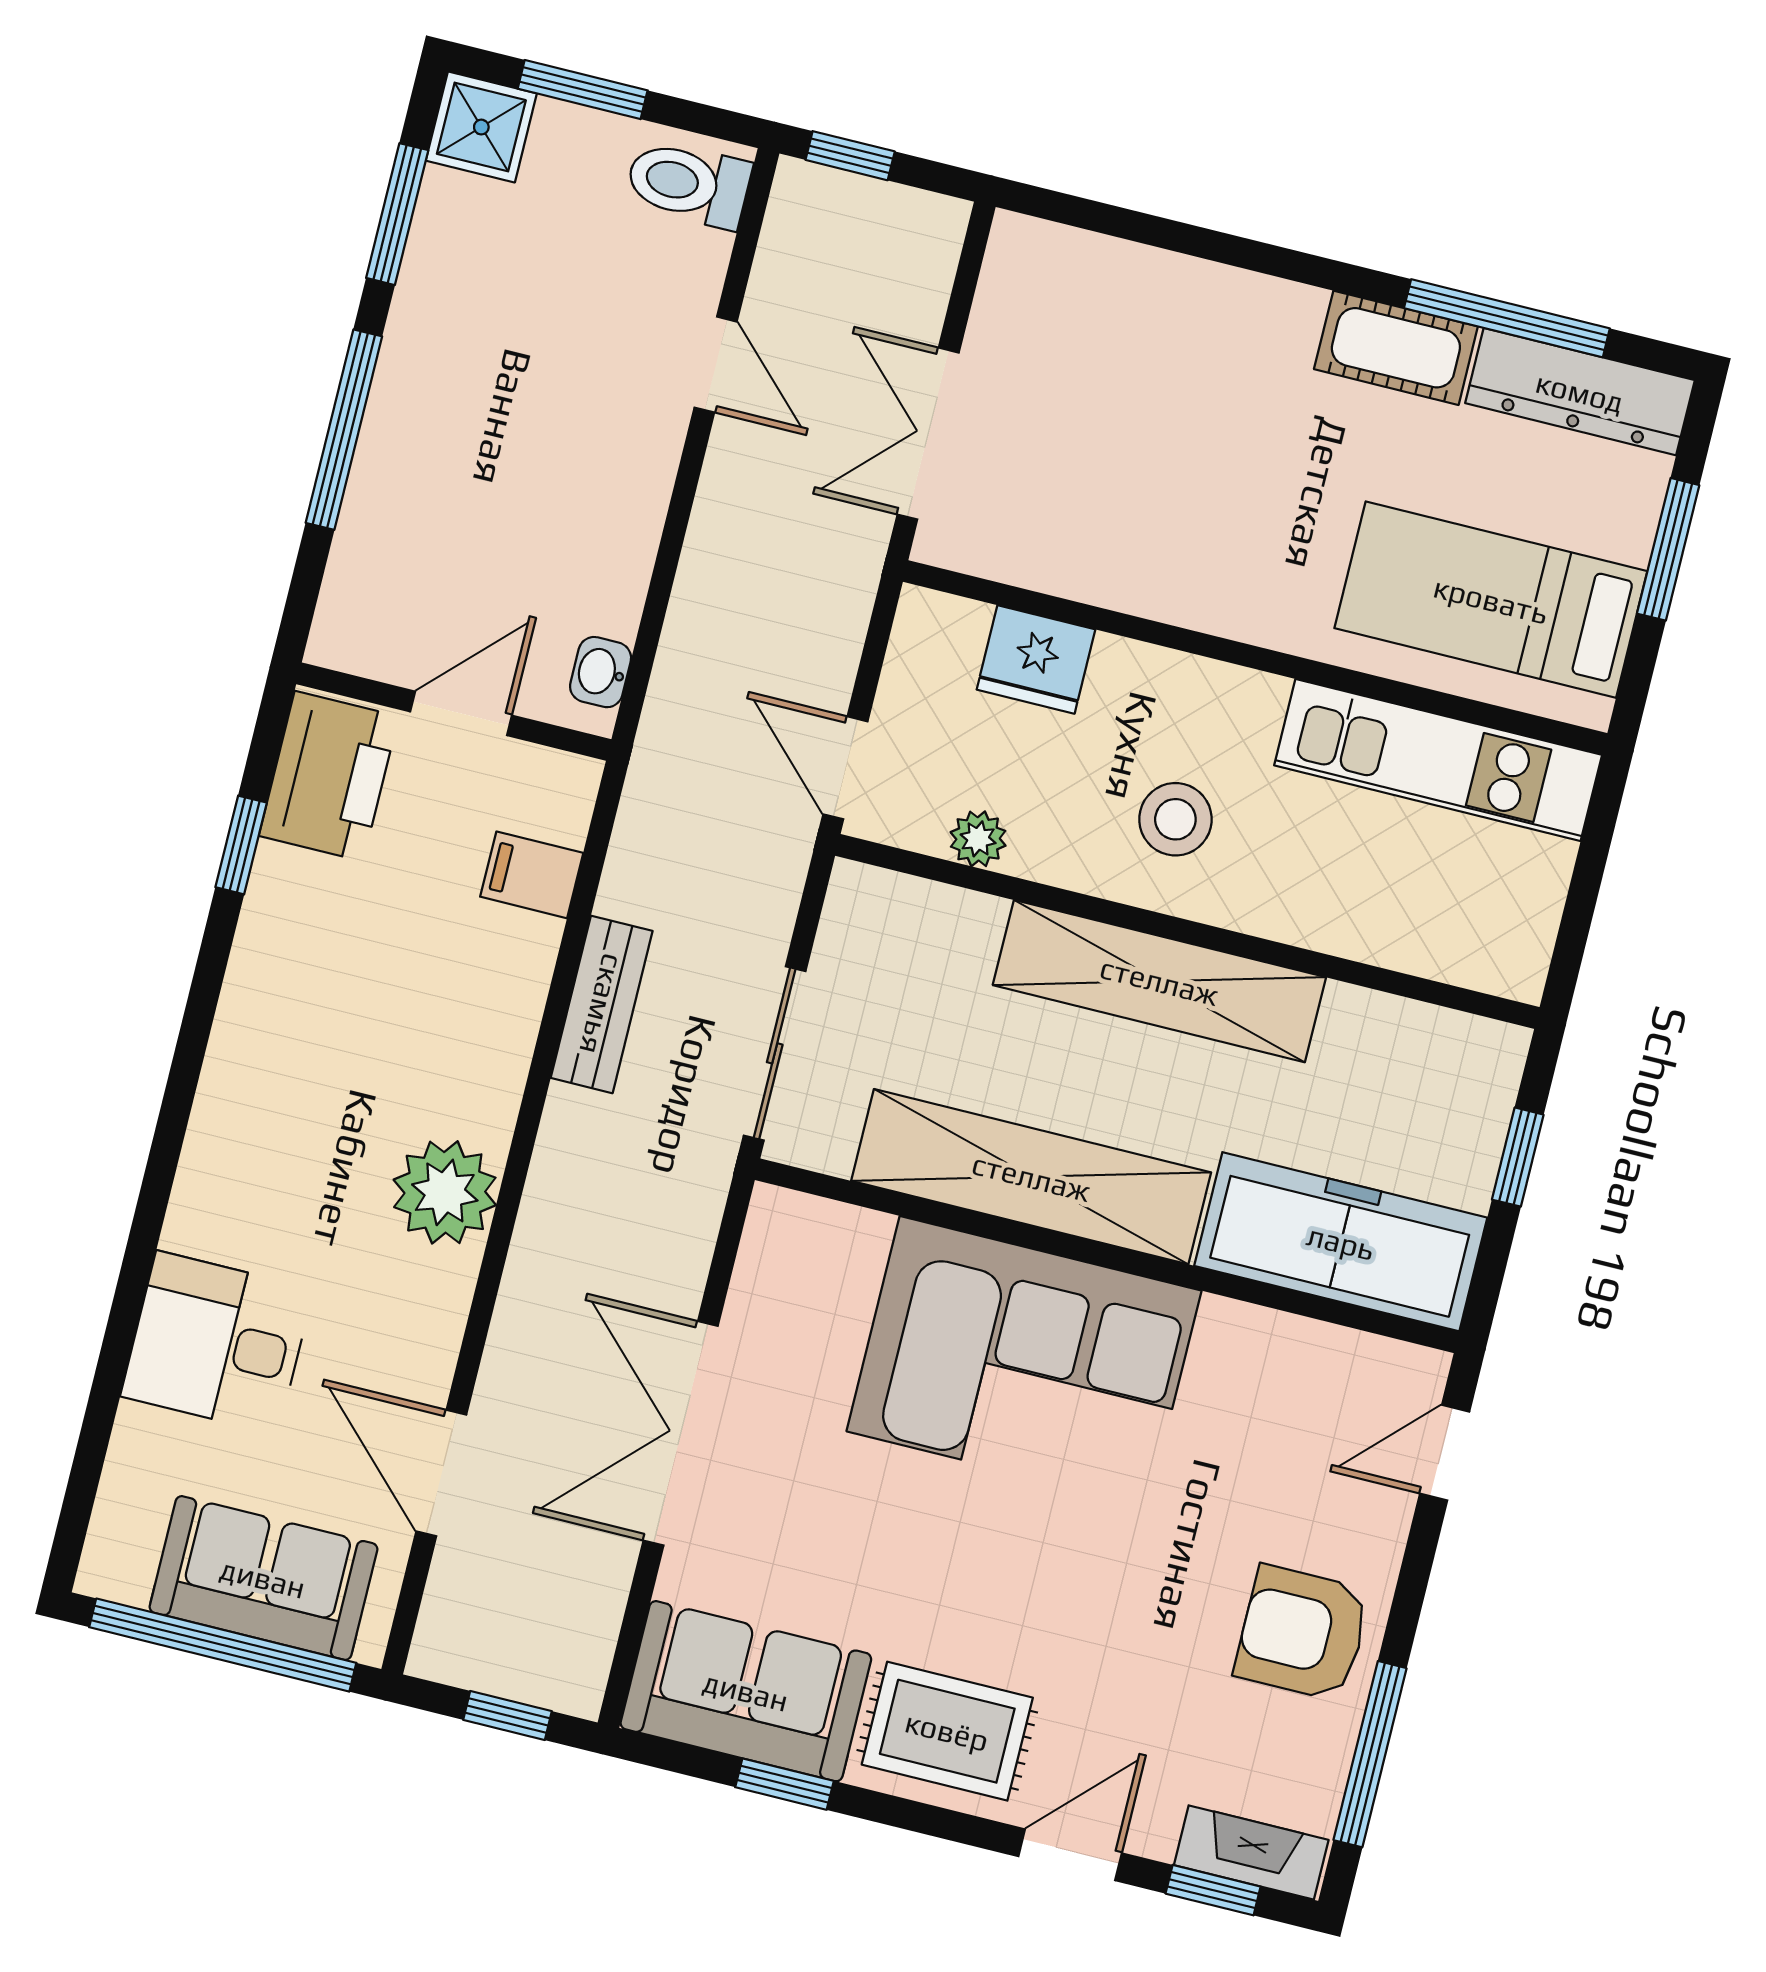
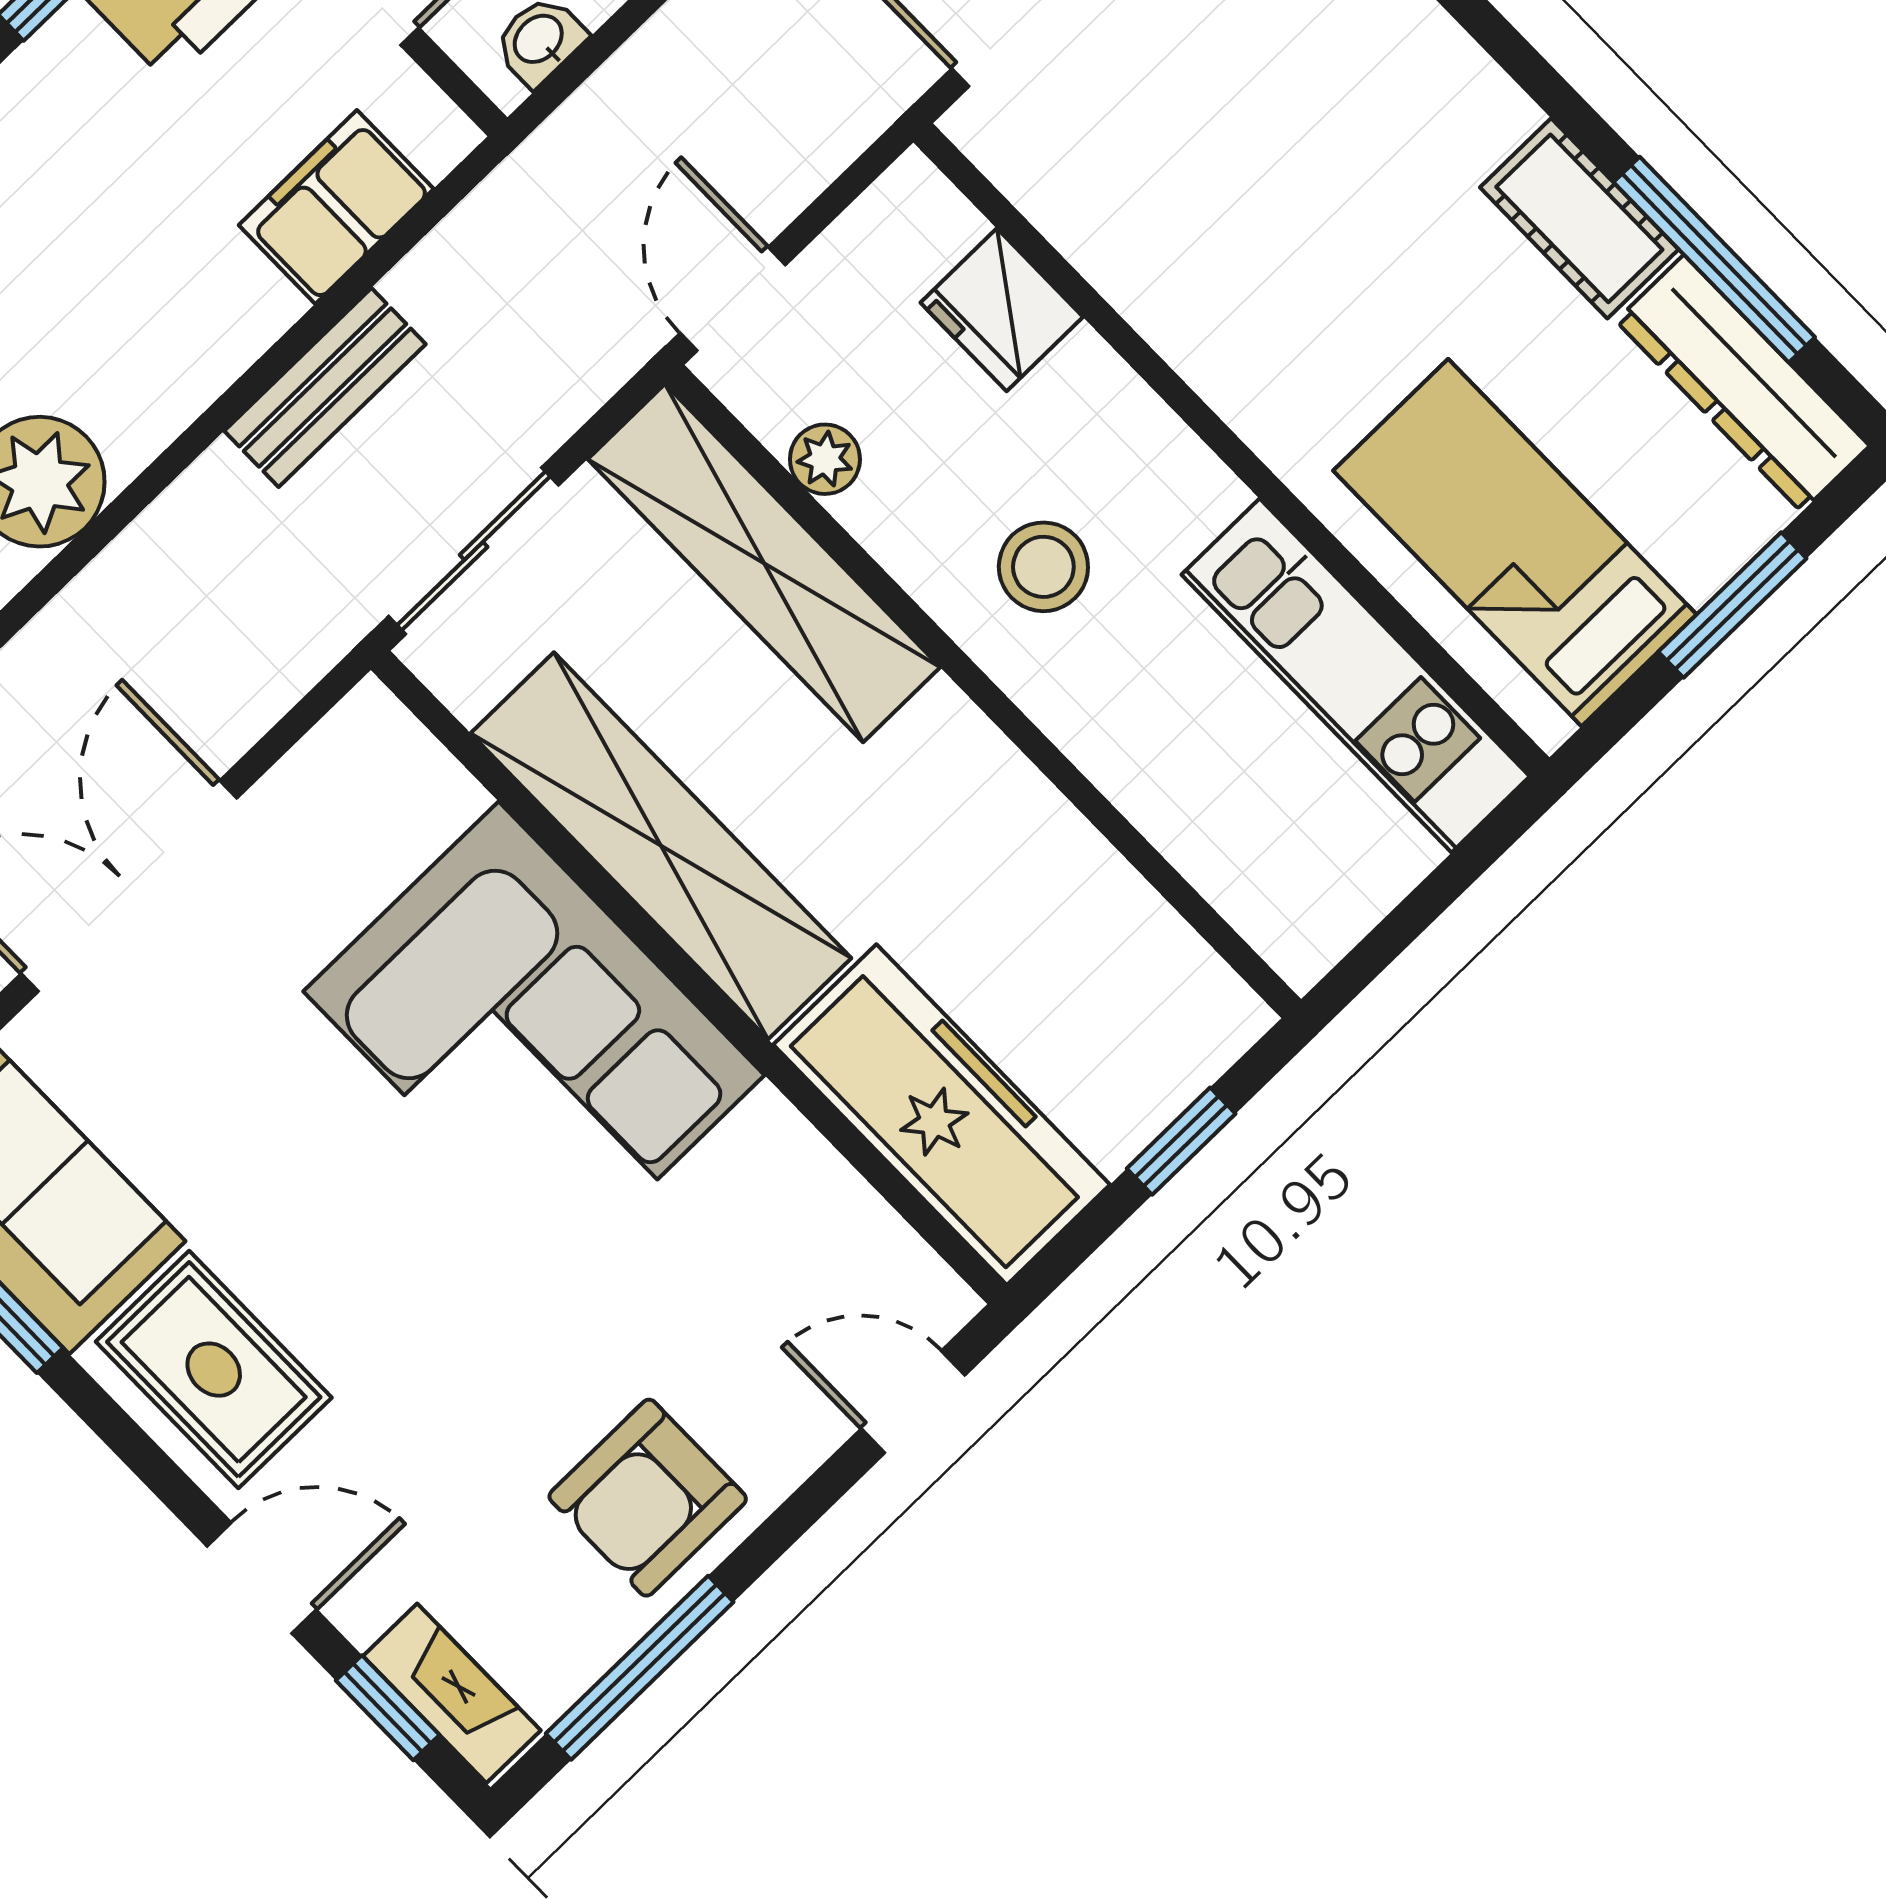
filing cabinet: (532, 875) -> (336, 207), width x2.00
shelving: (1159, 981) -> (764, 563), moved
armchair: (1302, 1633) -> (648, 1498), turned -90

